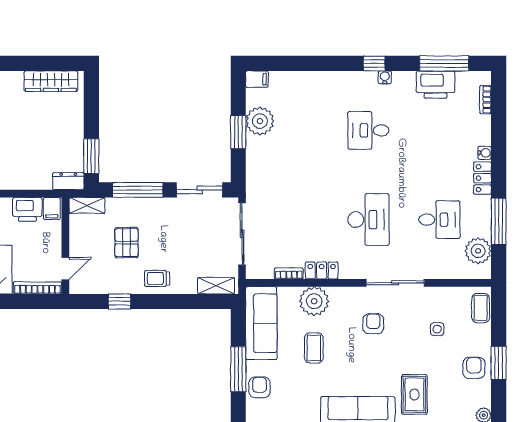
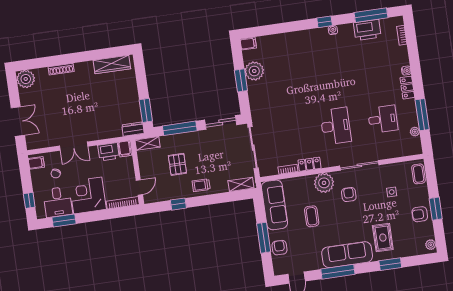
desk: (368, 130) -> (327, 67), removed
plant: (478, 251) -> (415, 132), width x0.53, depth x0.53
plant: (314, 301) -> (324, 183), moved
armchair: (474, 368) -> (420, 214), turned -90

